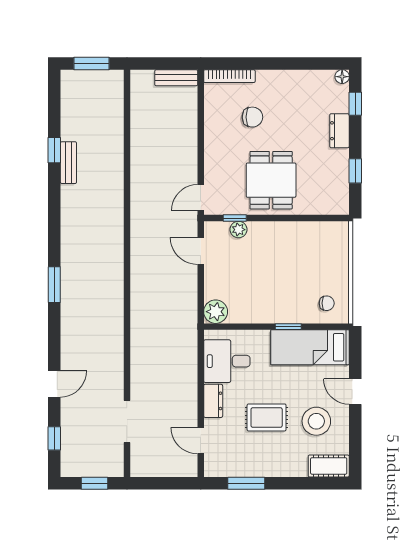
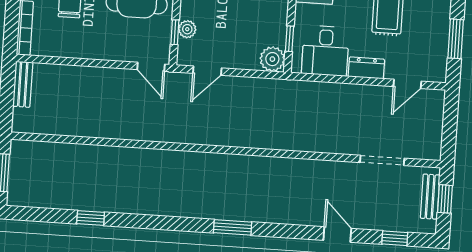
bench: (68, 163) -> (430, 197), moved, turned 90
window: (236, 327) -> (290, 39), added

